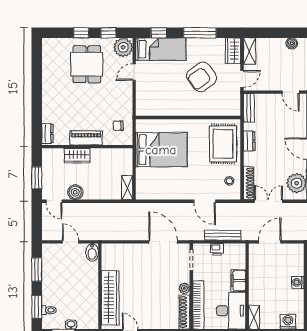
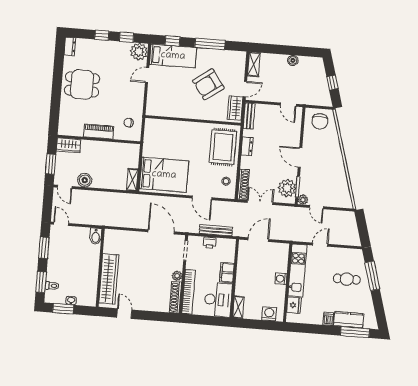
wardrobe: (233, 51) -> (235, 108), moved
dining table: (87, 64) -> (82, 84), moved, turned 90
dresser: (47, 134) -> (70, 46), moved
bed: (161, 150) -> (164, 175), moved
wardrobe: (77, 156) -> (69, 145), moved
door: (70, 242) -> (61, 224), moved

